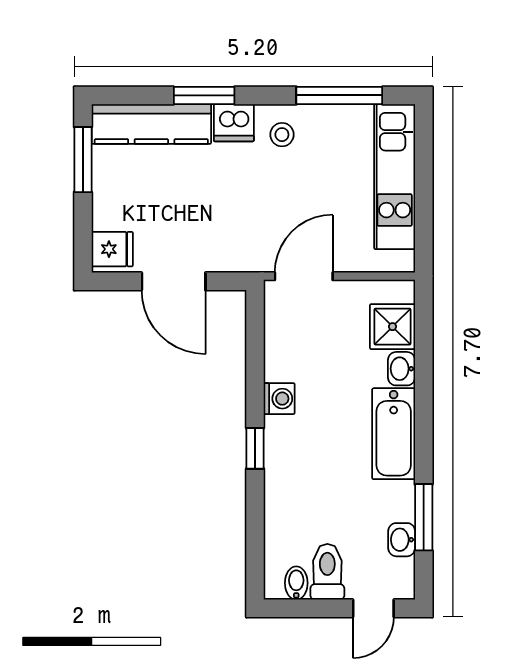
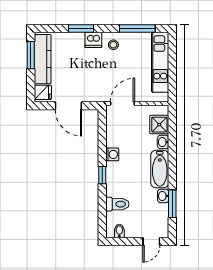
kitchen counter: (151, 124) -> (43, 59), moved, turned -90
washbasin: (402, 540) -> (163, 196), moved
toilet: (327, 572) -> (117, 204), moved, turned 90

